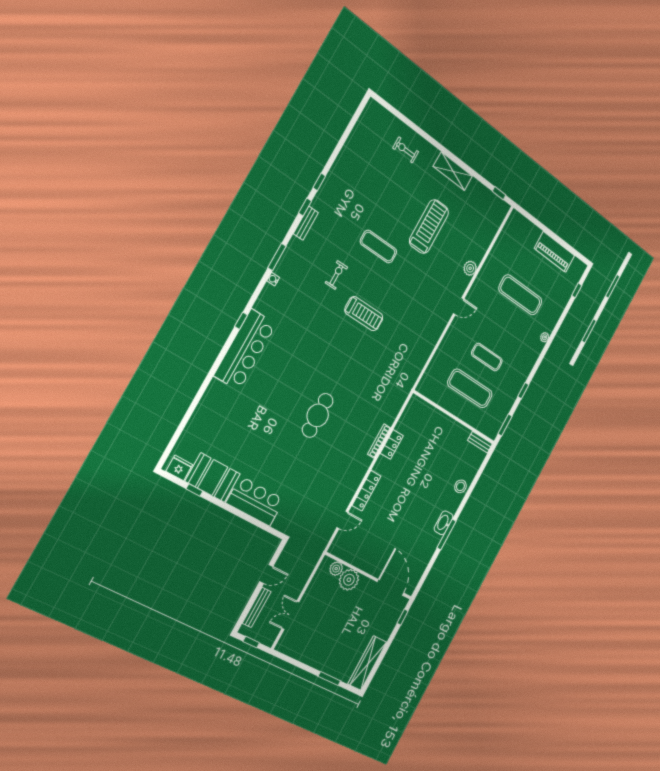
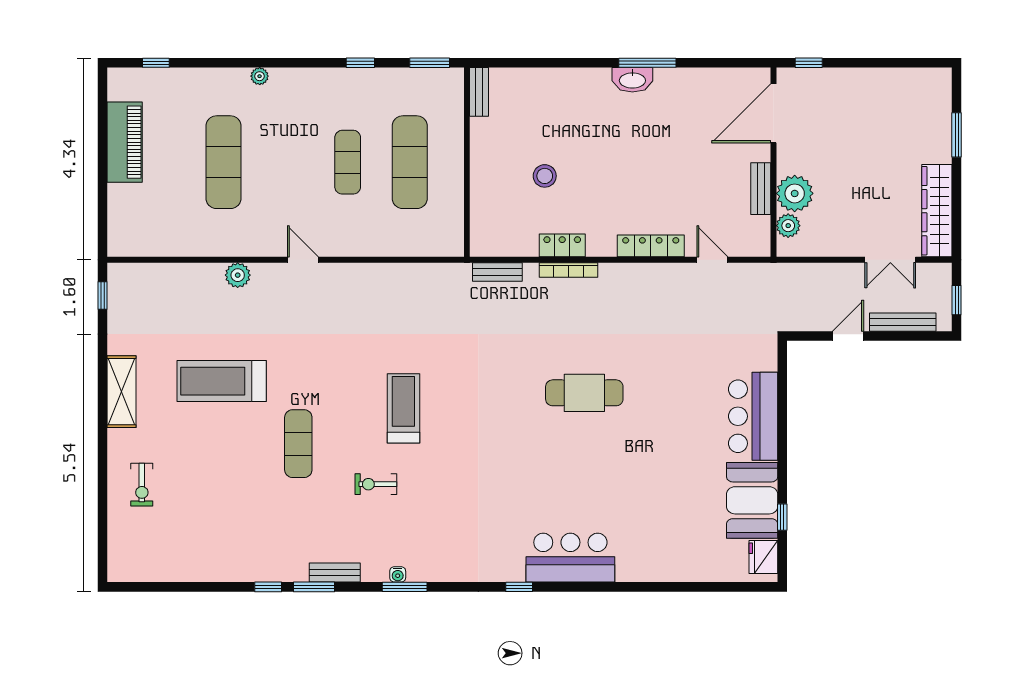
window: (305, 207) -> (314, 587), width x1.50
water cooler: (273, 279) -> (398, 574), moved
bar counter: (245, 350) -> (570, 558), width x0.73
bench: (399, 403) -> (497, 272), added
stool: (460, 486) -> (545, 176), moved
bench: (361, 563) -> (761, 189), added
door: (266, 574) -> (848, 336), hinge flipped
wardrobe: (367, 663) -> (937, 211), moved, turned 90

